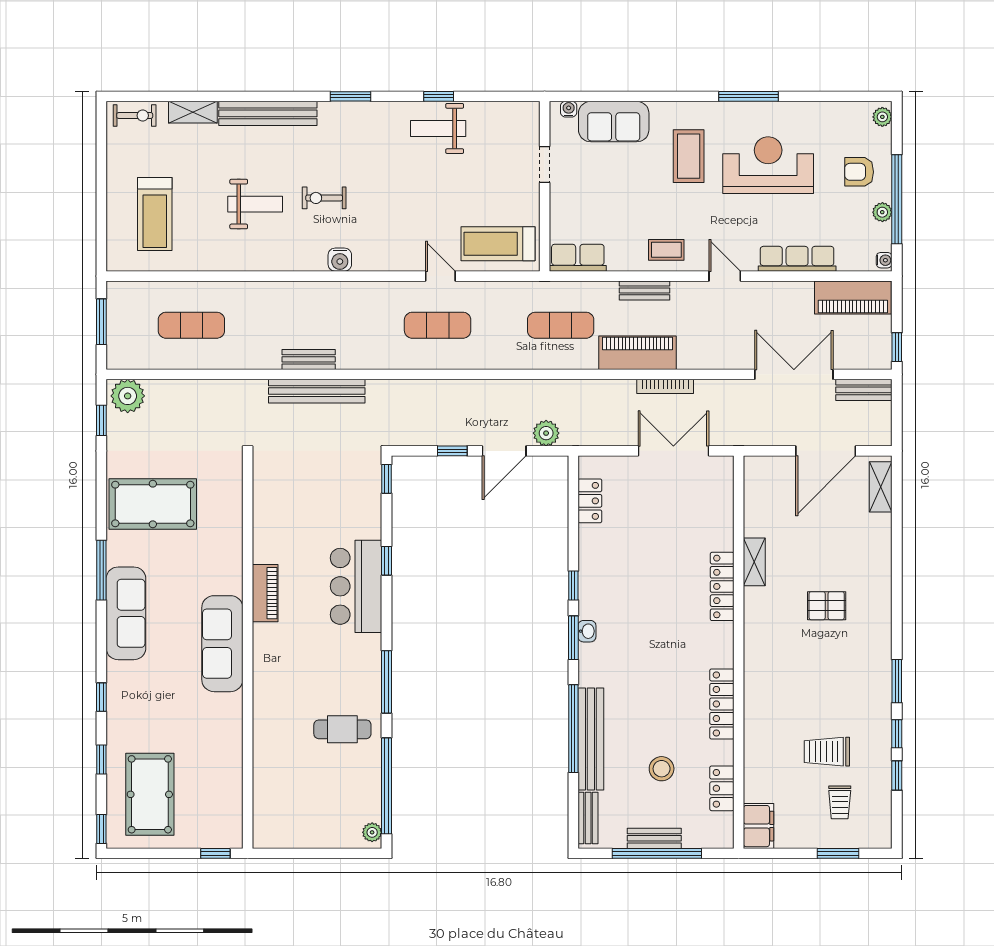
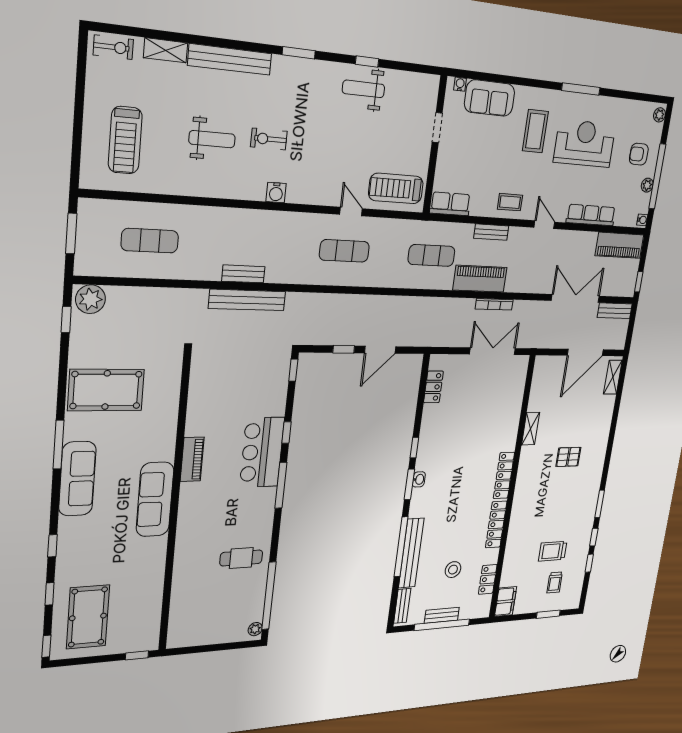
plant: (546, 433) -> (411, 337), removed
locker: (722, 586) -> (504, 475), moved
window: (387, 682) -> (281, 485), moved

